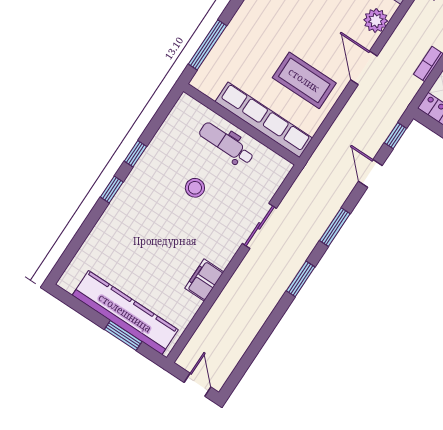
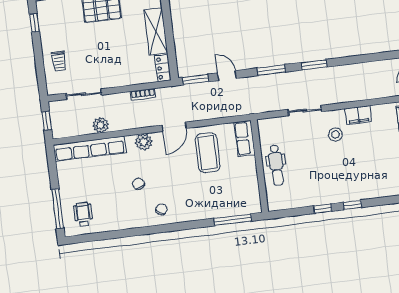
row of seats: (264, 120) -> (245, 139), width x0.50
window: (395, 136) -> (196, 79), width x1.50
door: (370, 174) -> (227, 76), swing flipped
stool: (195, 188) -> (335, 135), moved

